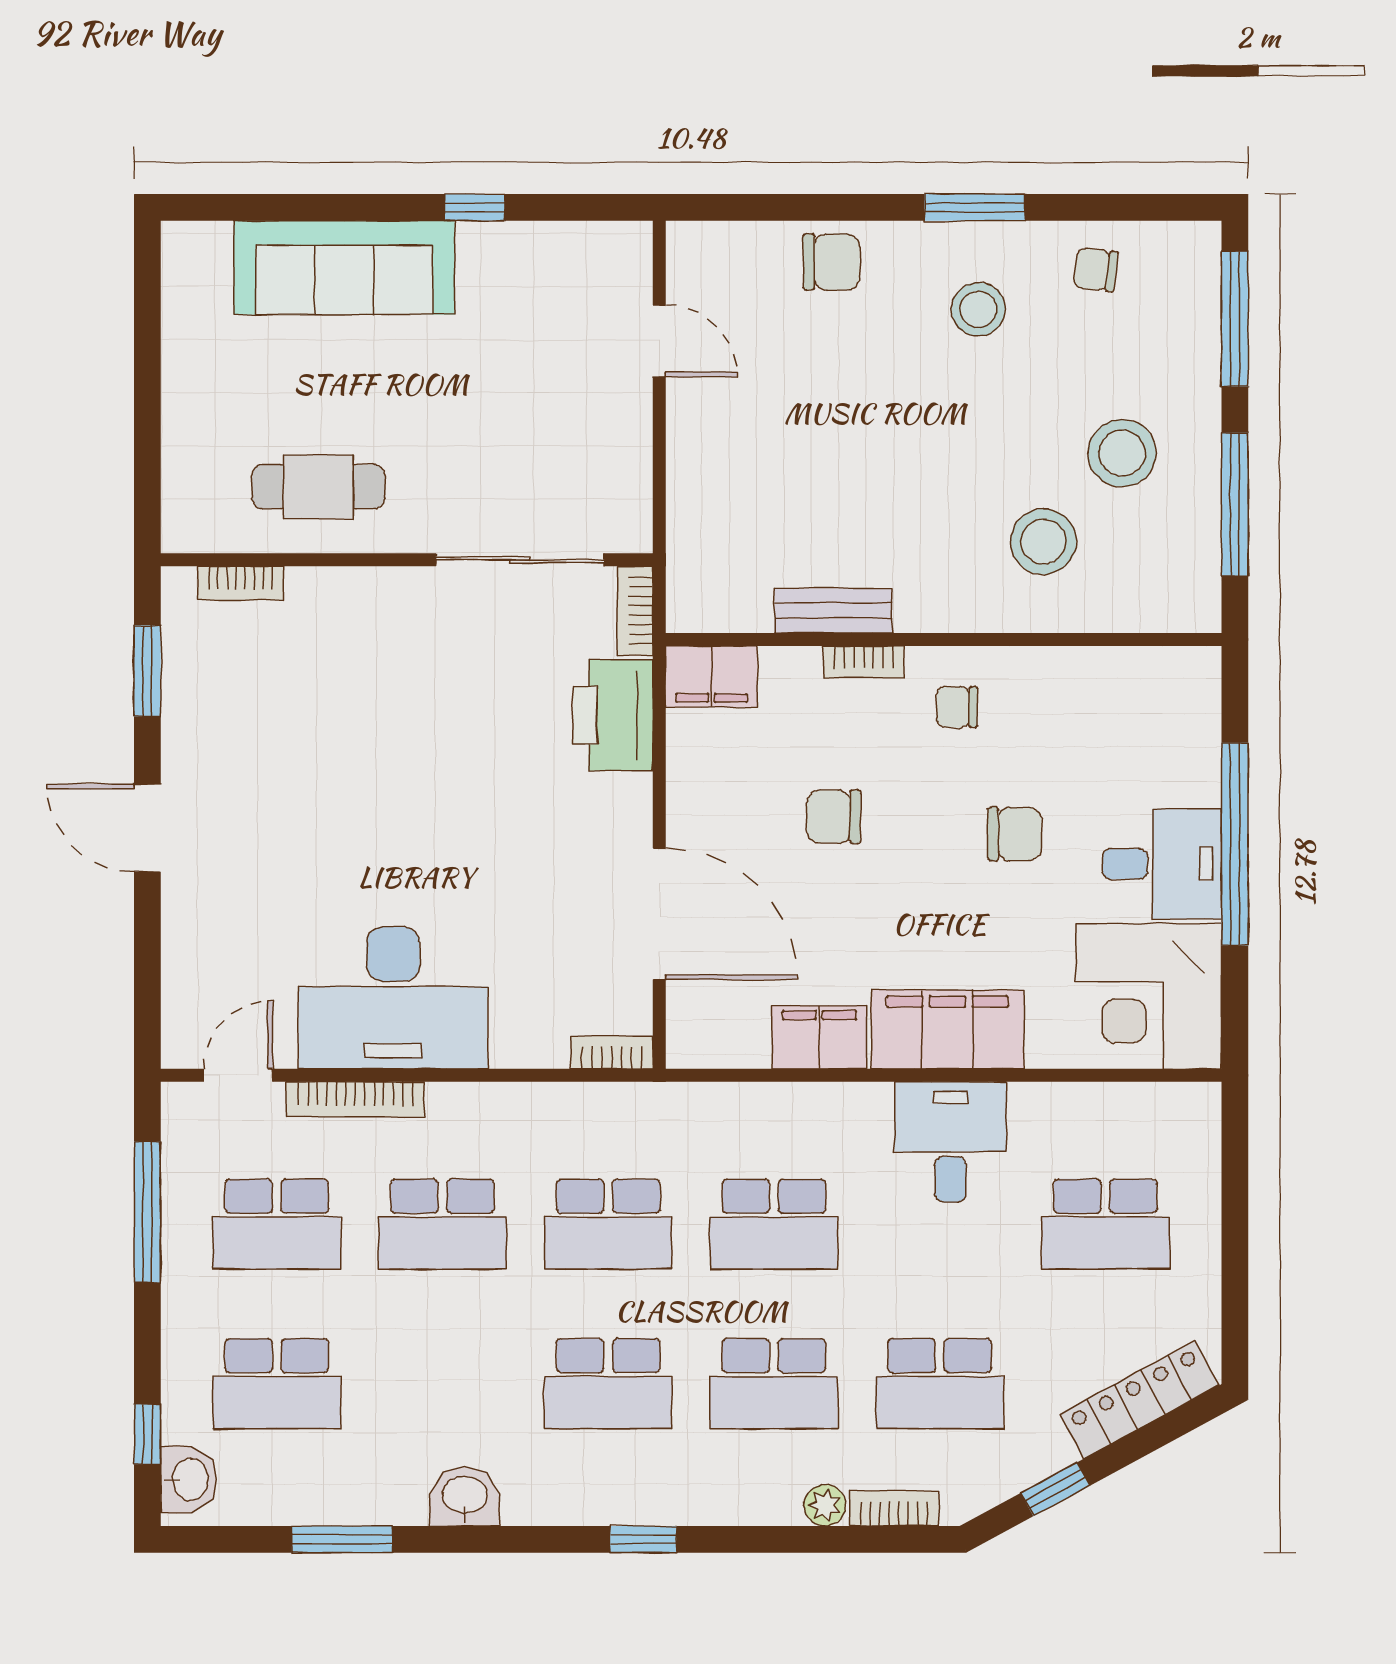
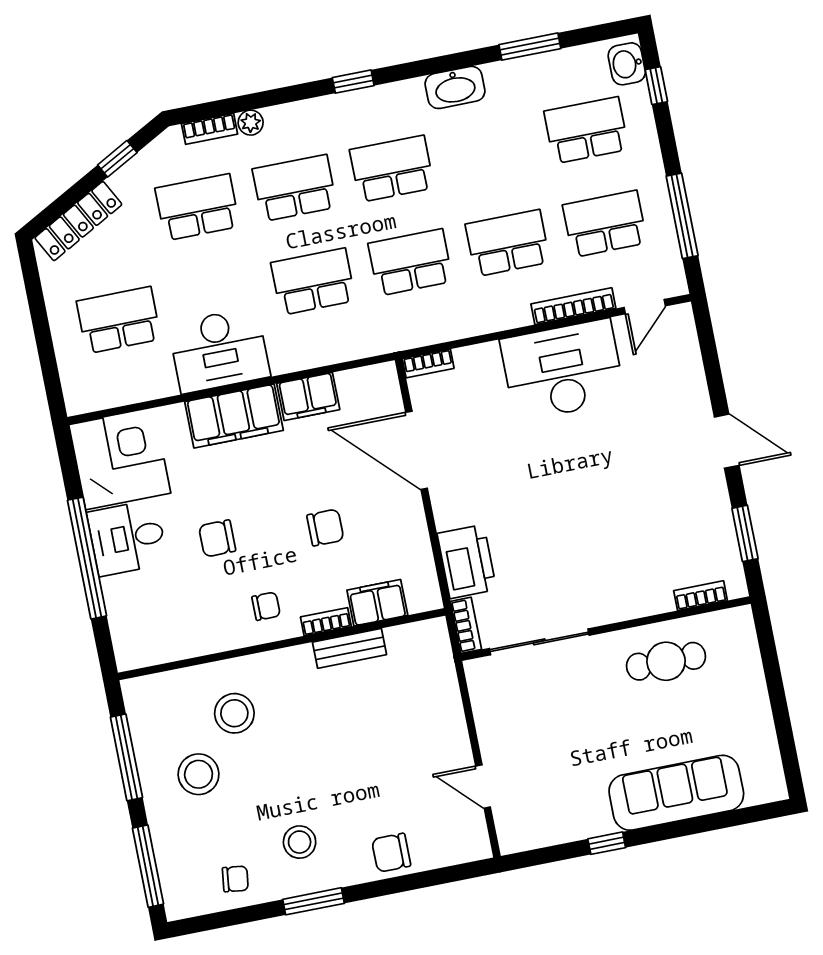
filing cabinet: (711, 677) -> (377, 603), moved
desk: (951, 1142) -> (219, 350), width x1.37
washbasin: (465, 1497) -> (455, 87), width x1.38

